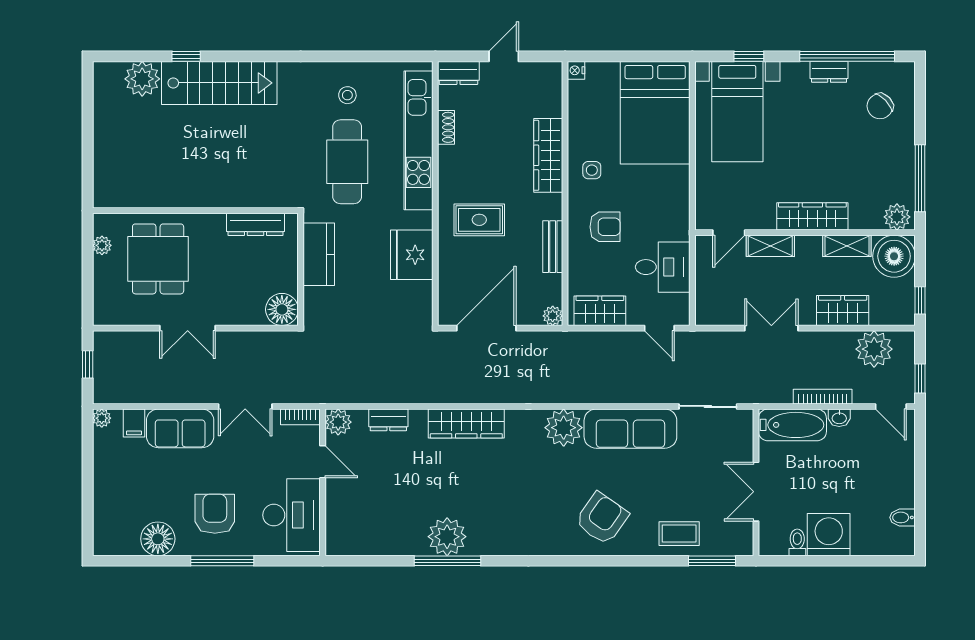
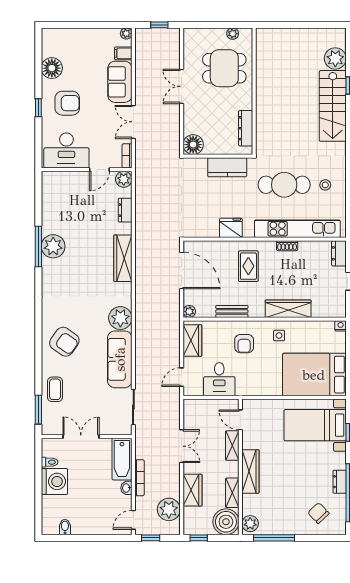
shoe rack: (446, 127) -> (287, 246), moved
fridge: (412, 255) -> (231, 228), width x0.73, depth x0.75
window: (222, 561) -> (38, 108), width x0.46

